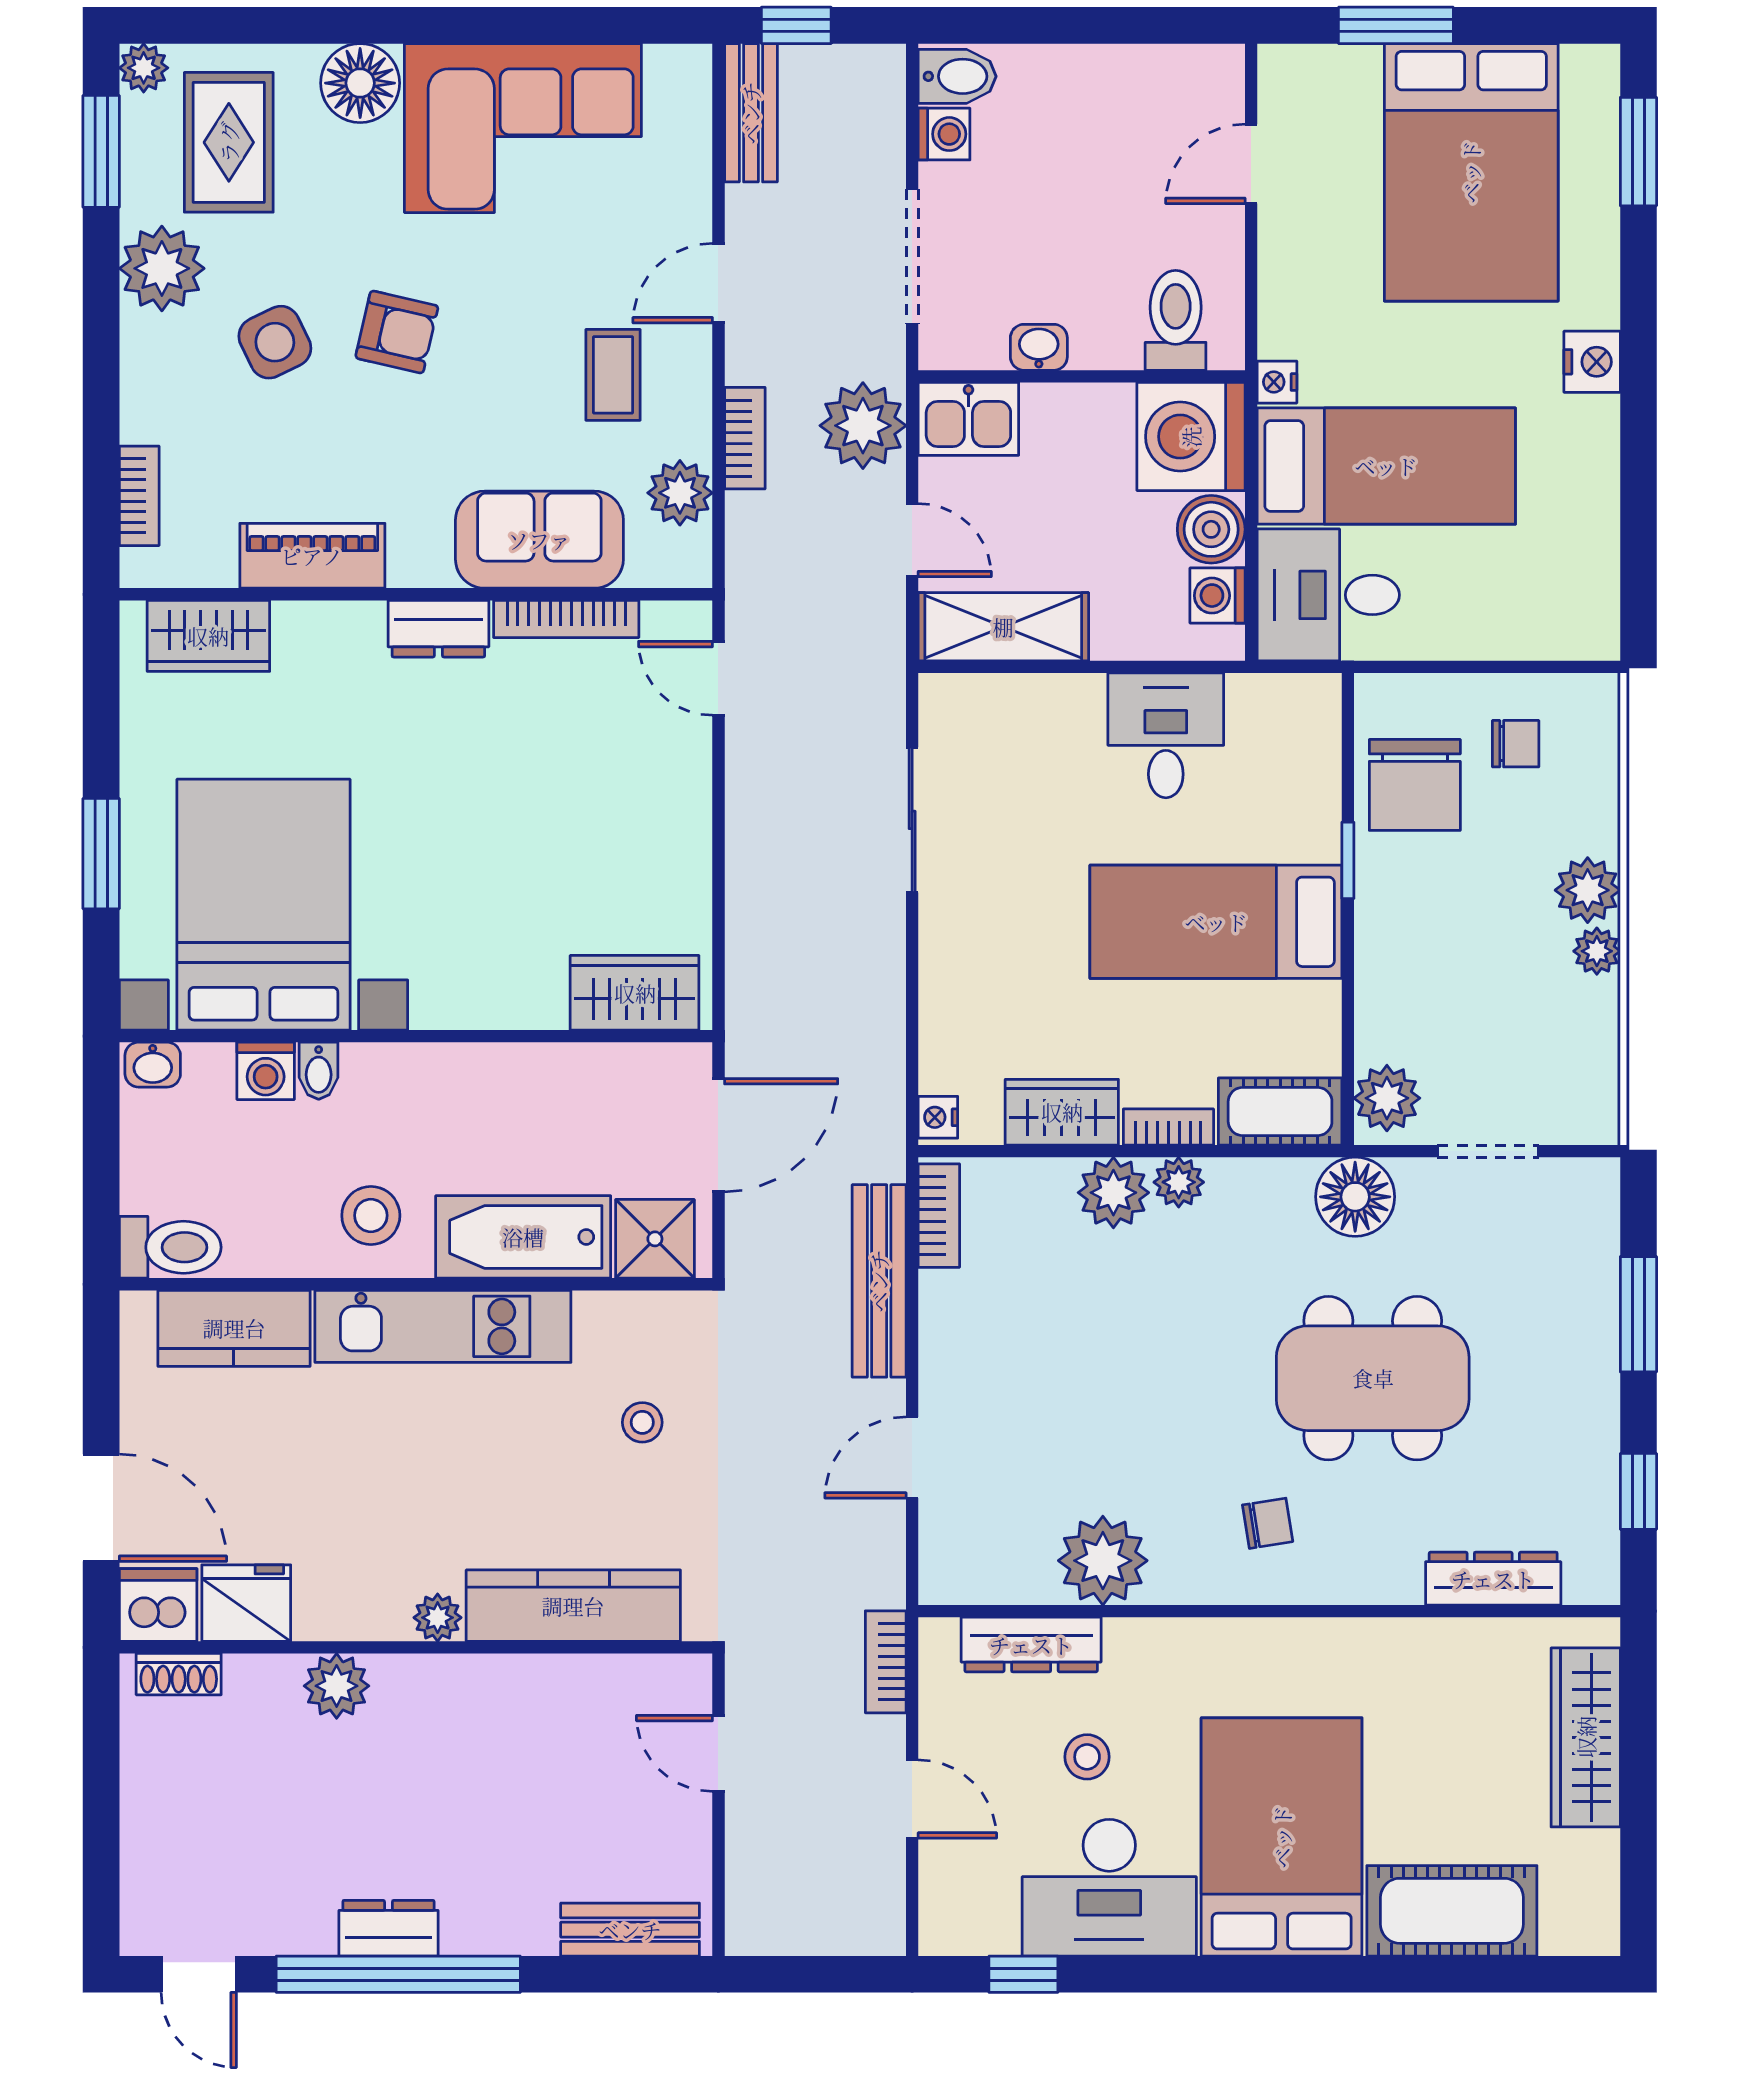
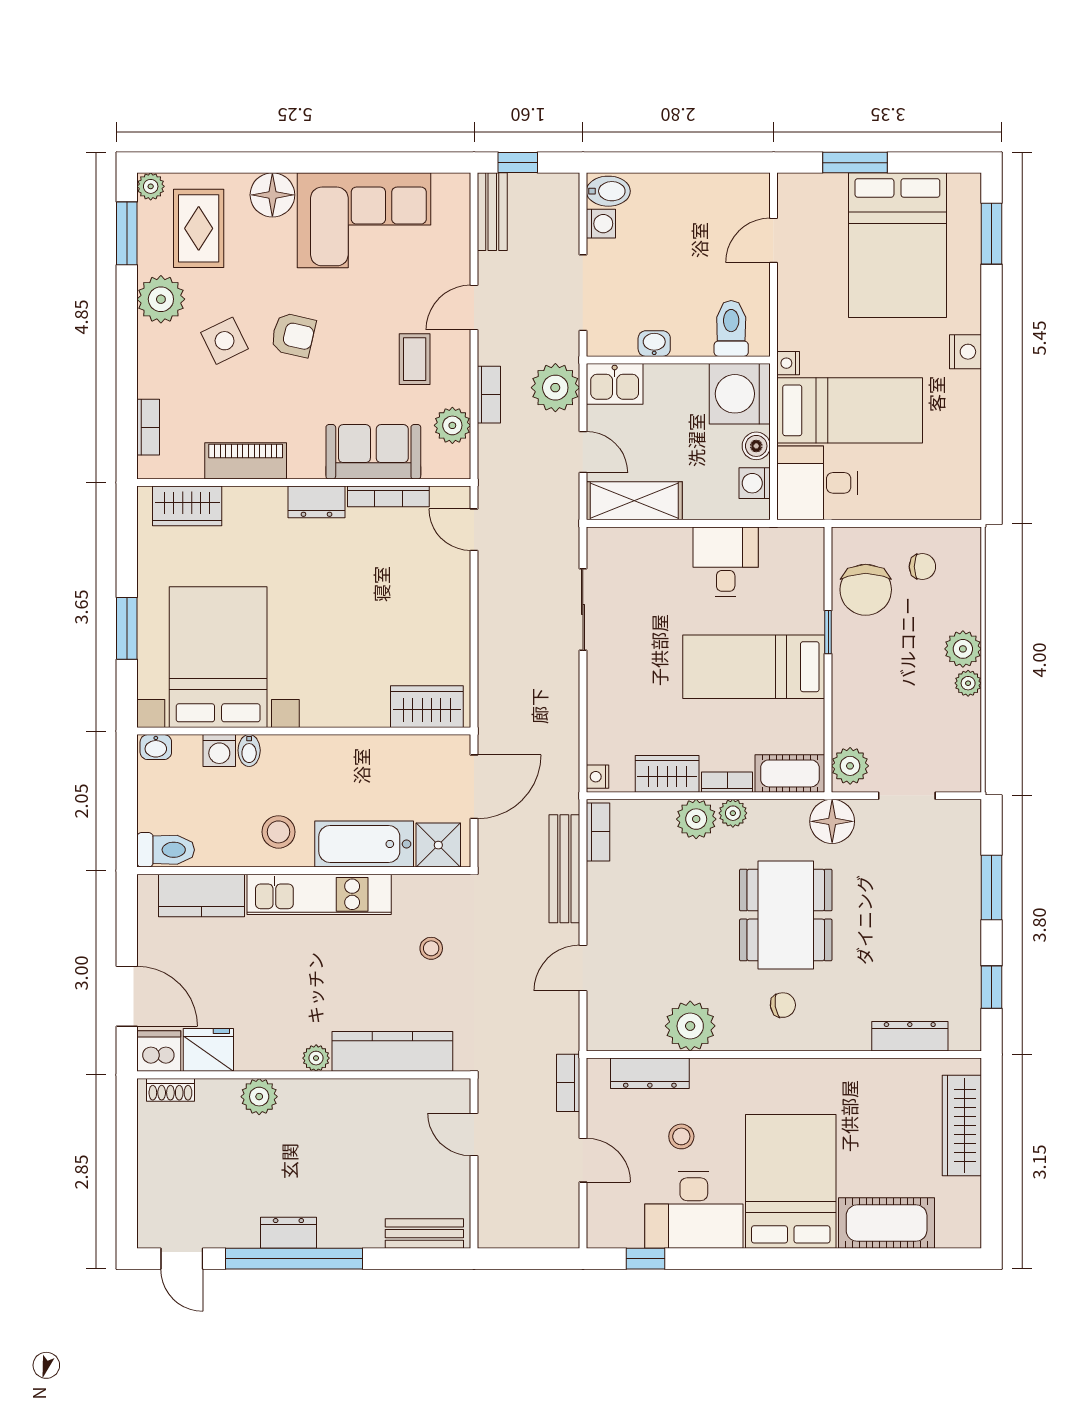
boiler: (1211, 529) -> (756, 446), width x0.73, depth x0.73
dining table: (1373, 1378) -> (786, 915), moved, turned 90

